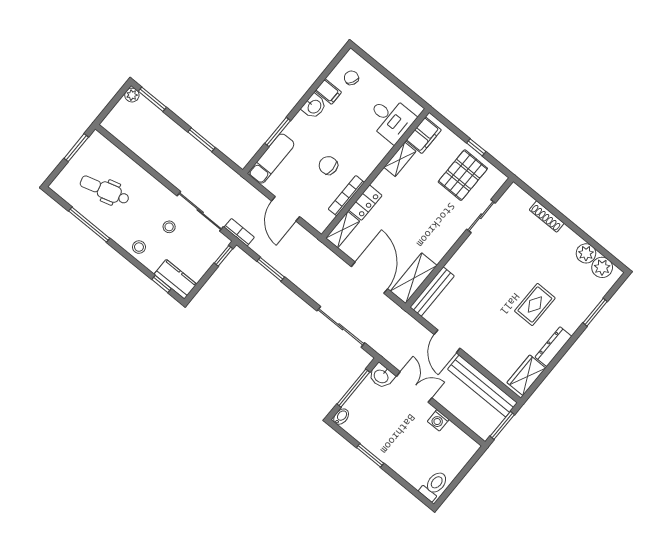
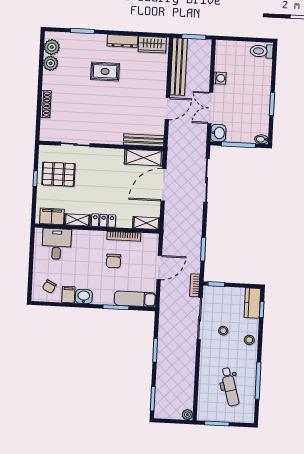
plant: (132, 95) -> (187, 415), moved
locker: (365, 203) -> (103, 221), moved

